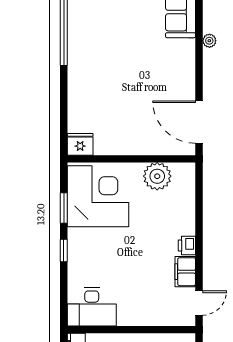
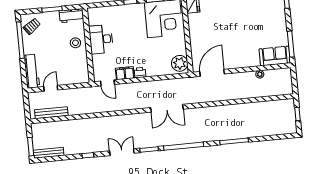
plant: (157, 176) -> (180, 63), moved
desk: (92, 307) -> (101, 39), moved

